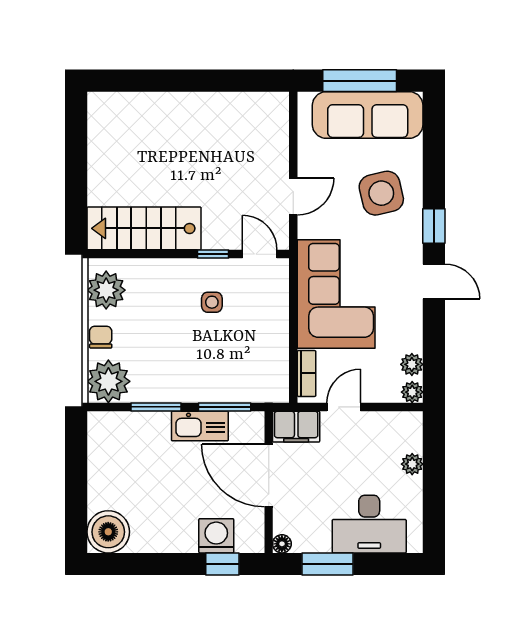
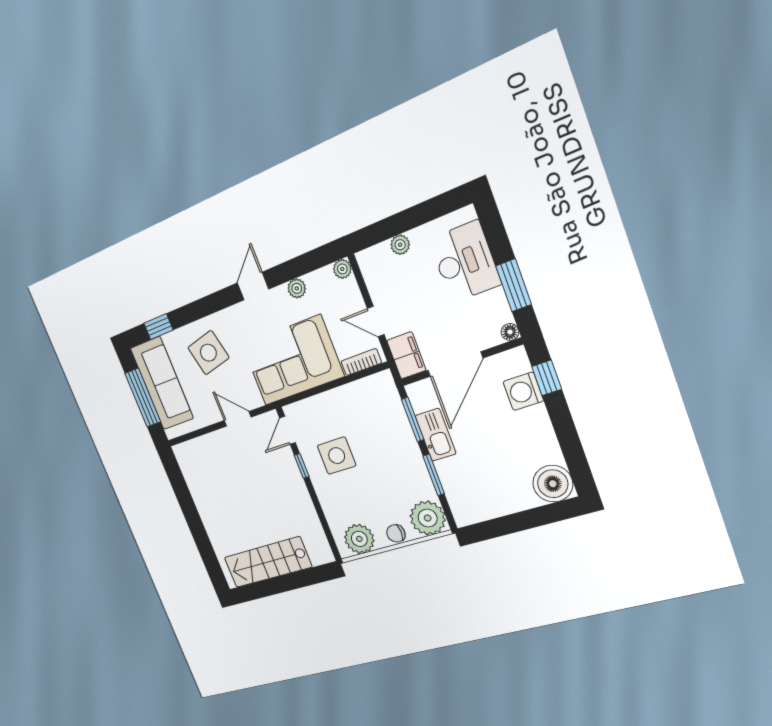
window: (434, 226) -> (158, 327), moved
stairs: (144, 228) -> (268, 562), moved, turned 90
side table: (212, 302) -> (337, 456), width x1.87, depth x1.87
plant: (412, 364) -> (297, 288), moved

